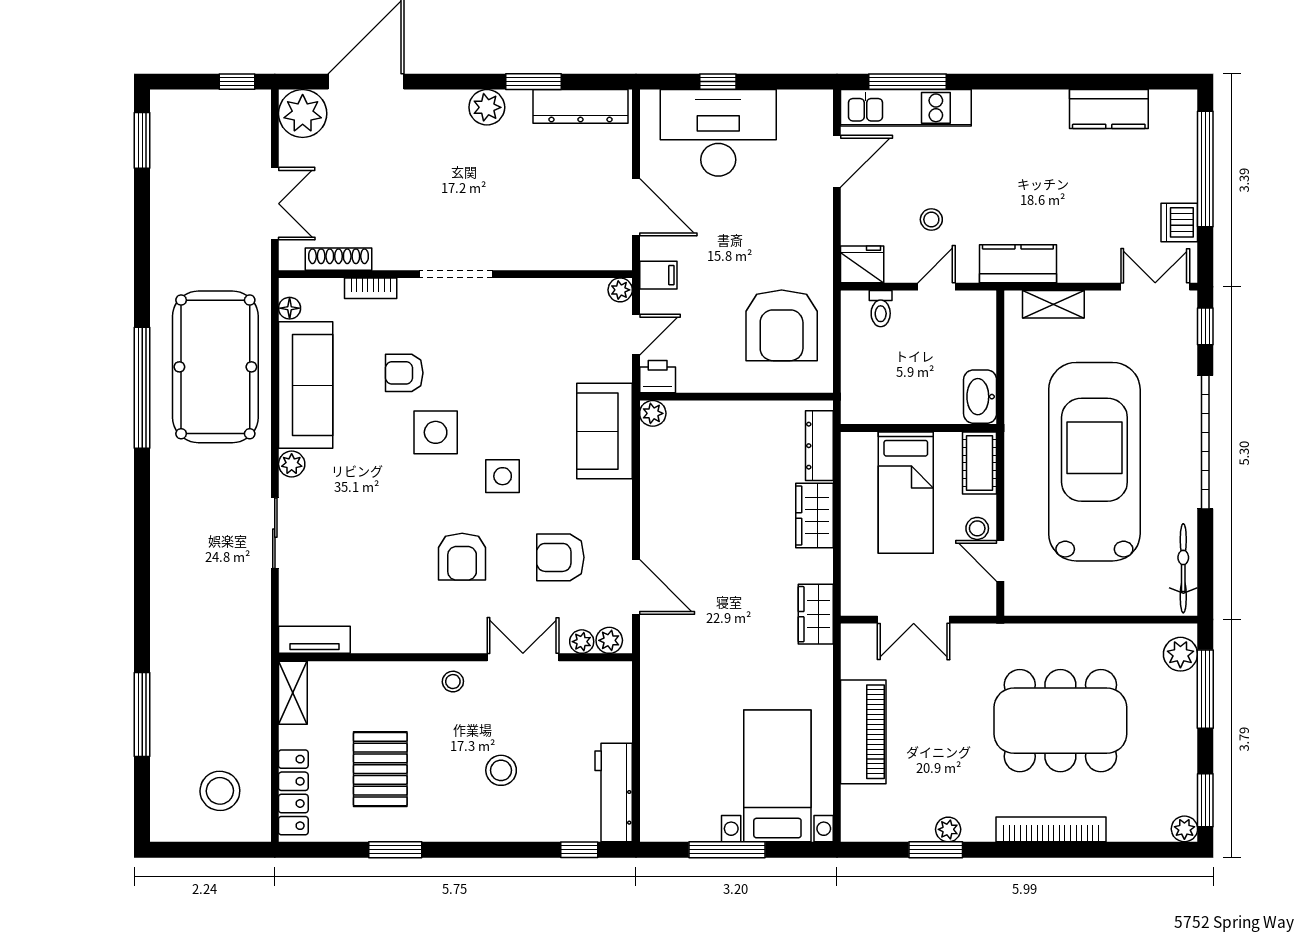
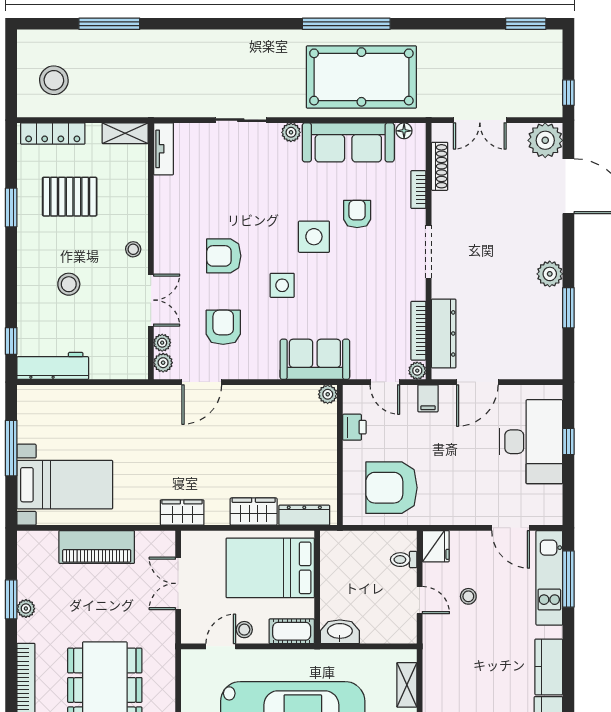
dresser: (580, 106) -> (444, 333), moved, turned 180
kitchen counter: (1018, 264) -> (549, 667), moved, turned 180
bookcase: (565, 288) -> (418, 331), added
printer: (658, 377) -> (354, 427), moved
bed: (906, 493) -> (270, 568), width x1.50

